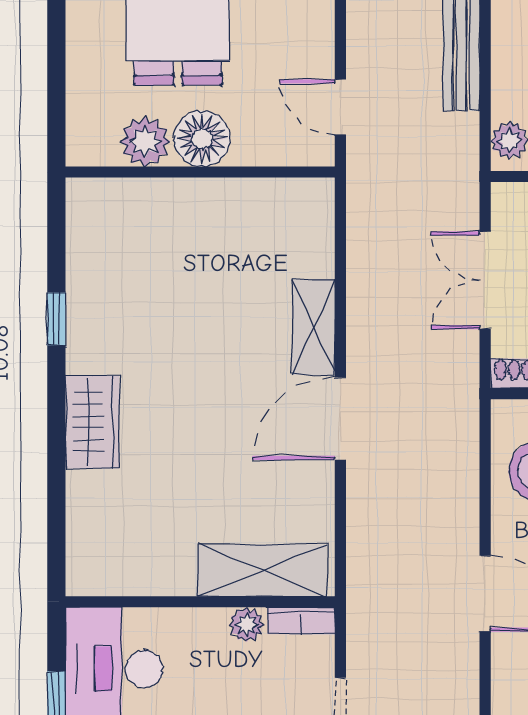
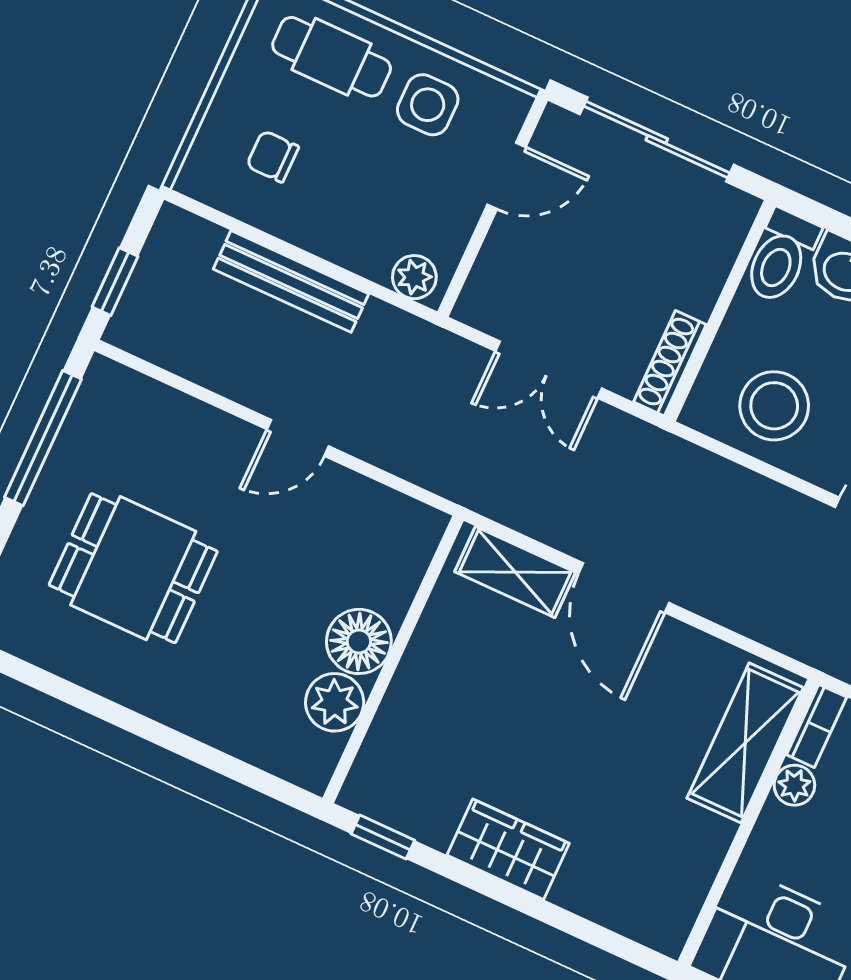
floor lamp: (202, 139) -> (359, 641), moved
plant: (145, 141) -> (335, 702), moved
wall: (200, 172) -> (393, 659), moved

